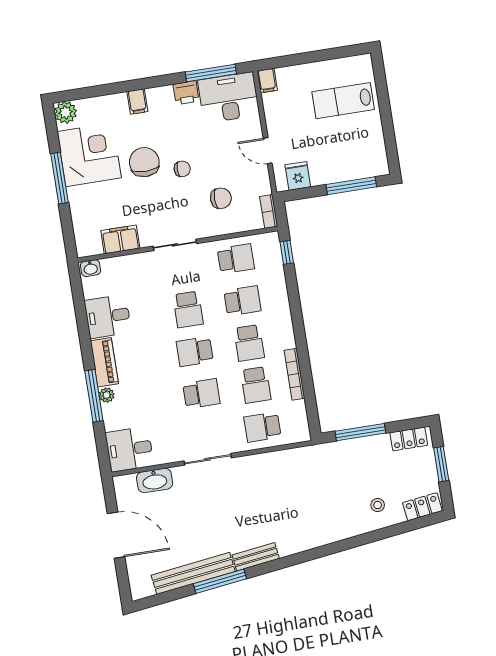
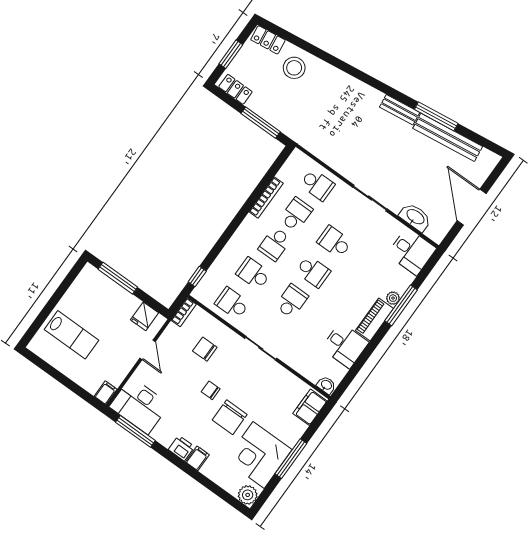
printer: (186, 93) -> (181, 448), moved
filing cabinet: (120, 239) -> (310, 407), moved, turned 90
school desk: (249, 343) -> (275, 244), turned 180
stool: (378, 505) -> (294, 68), width x1.89, depth x1.89

